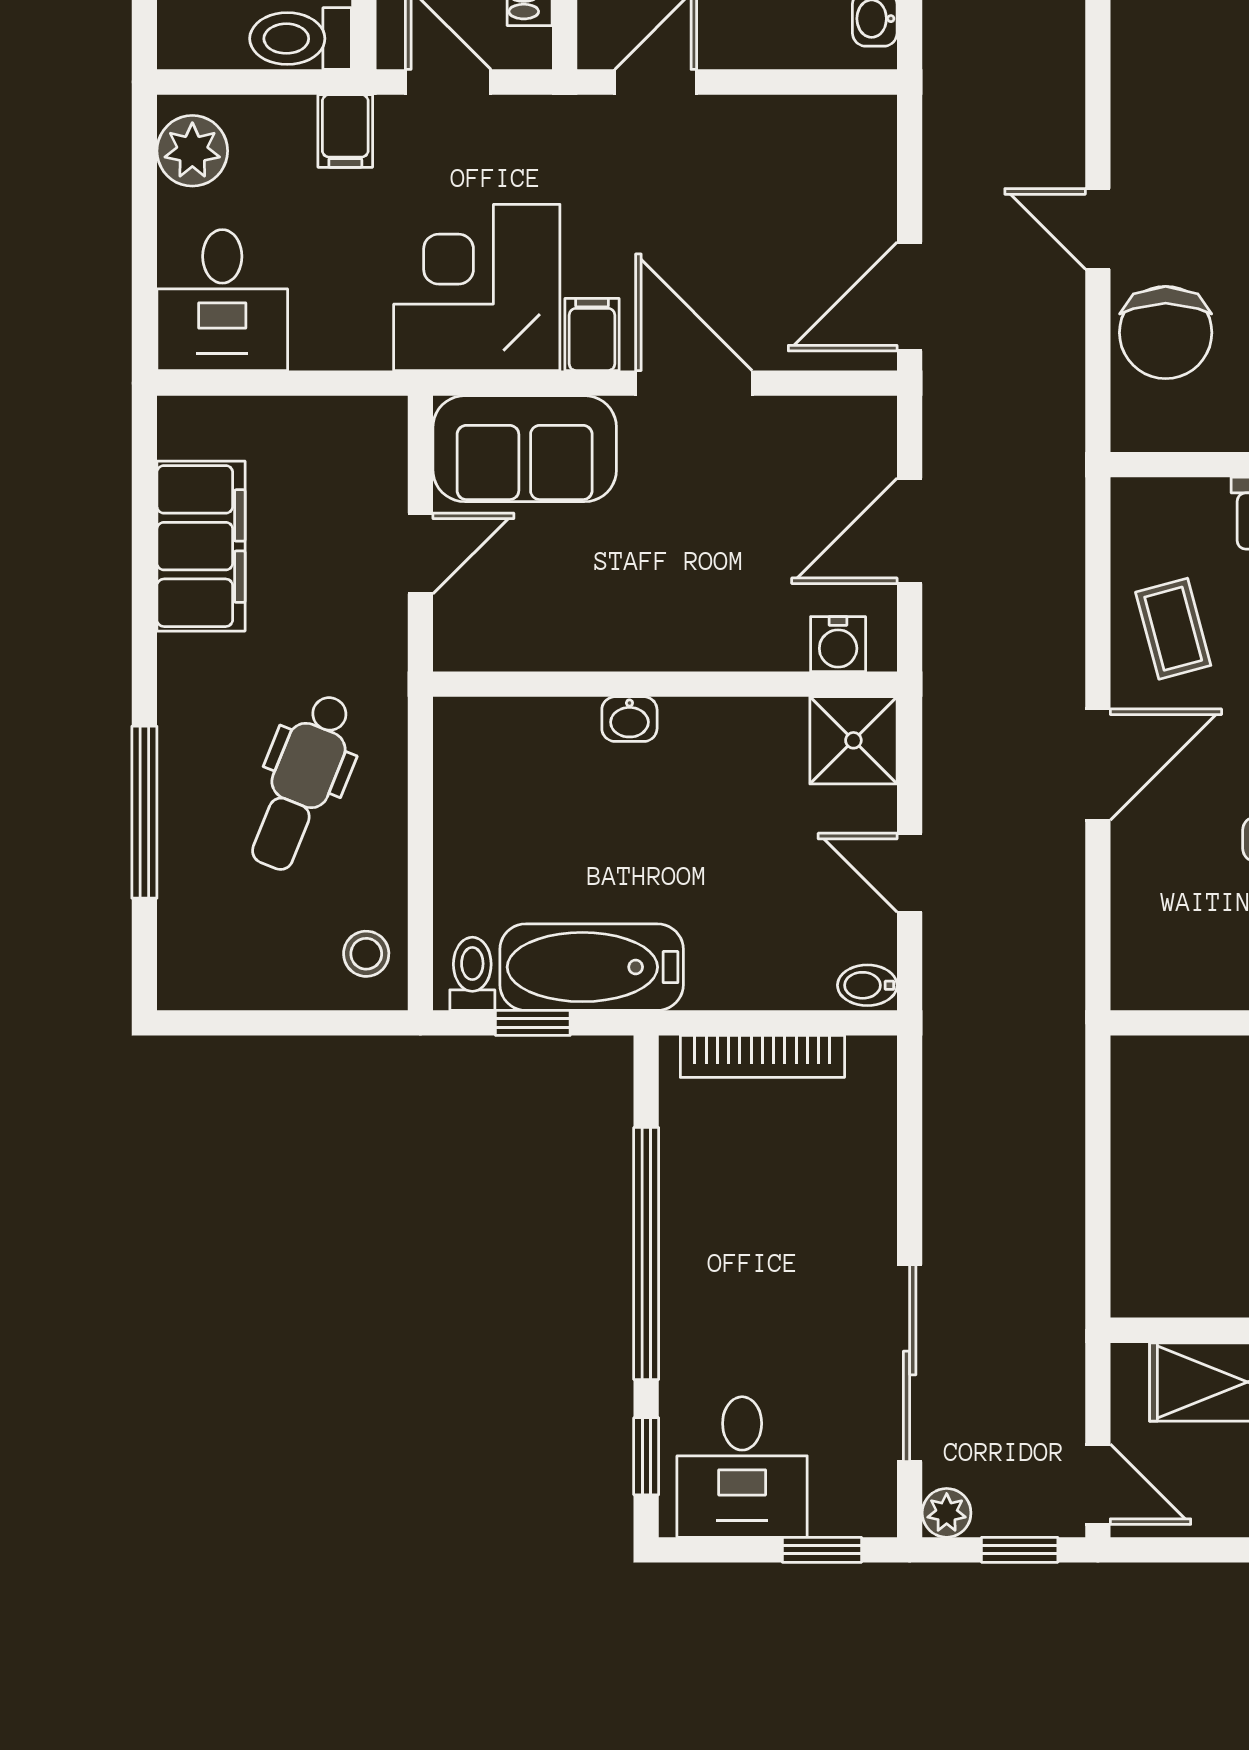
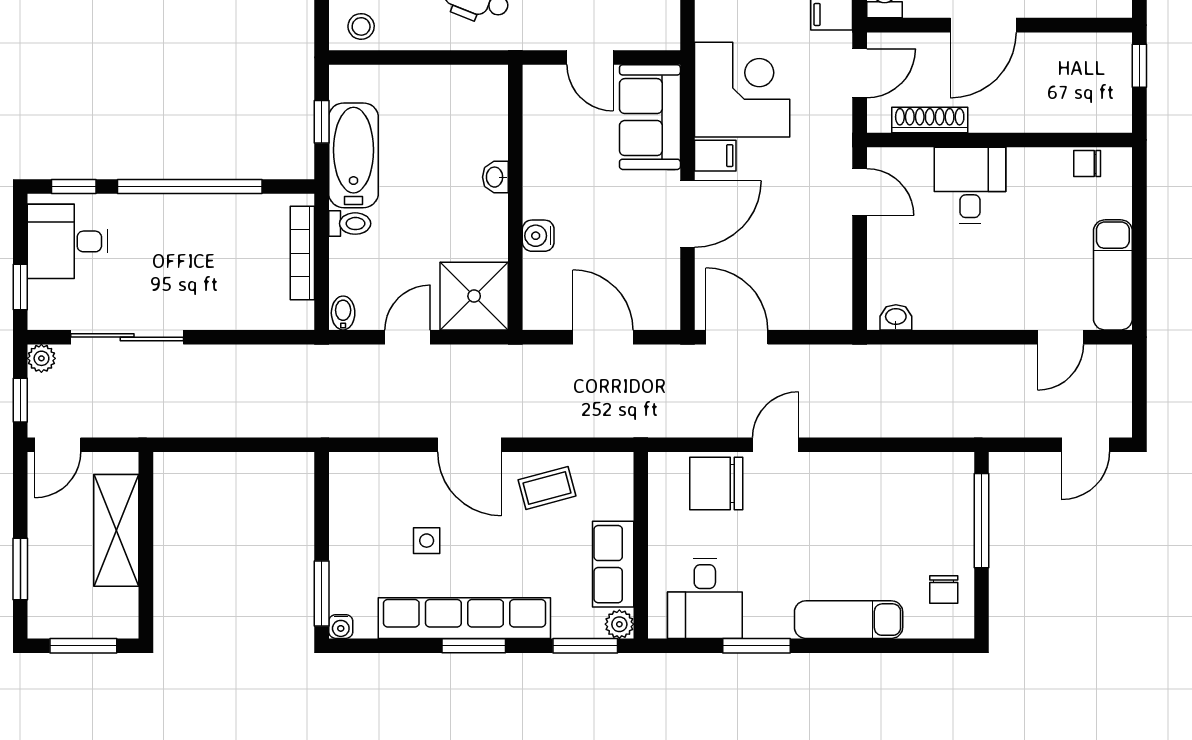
water cooler: (838, 644) -> (538, 236), moved
shower: (853, 740) -> (474, 296), width x1.36, depth x1.36
toilet: (472, 974) -> (350, 224), moved

